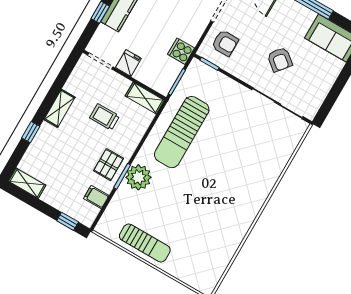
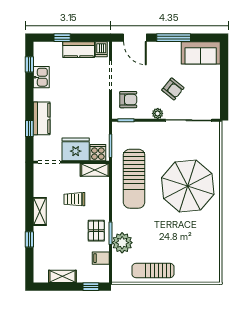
cooker: (181, 51) -> (98, 153), moved, turned 90
fridge: (128, 63) -> (76, 149), width x1.88, depth x1.34
plant: (248, 76) -> (158, 113), added
parasol: (235, 174) -> (188, 186), added
plant: (138, 177) -> (122, 243), moved
shelving: (27, 183) -> (62, 276), moved
sun lounger: (145, 243) -> (153, 270), turned 180

